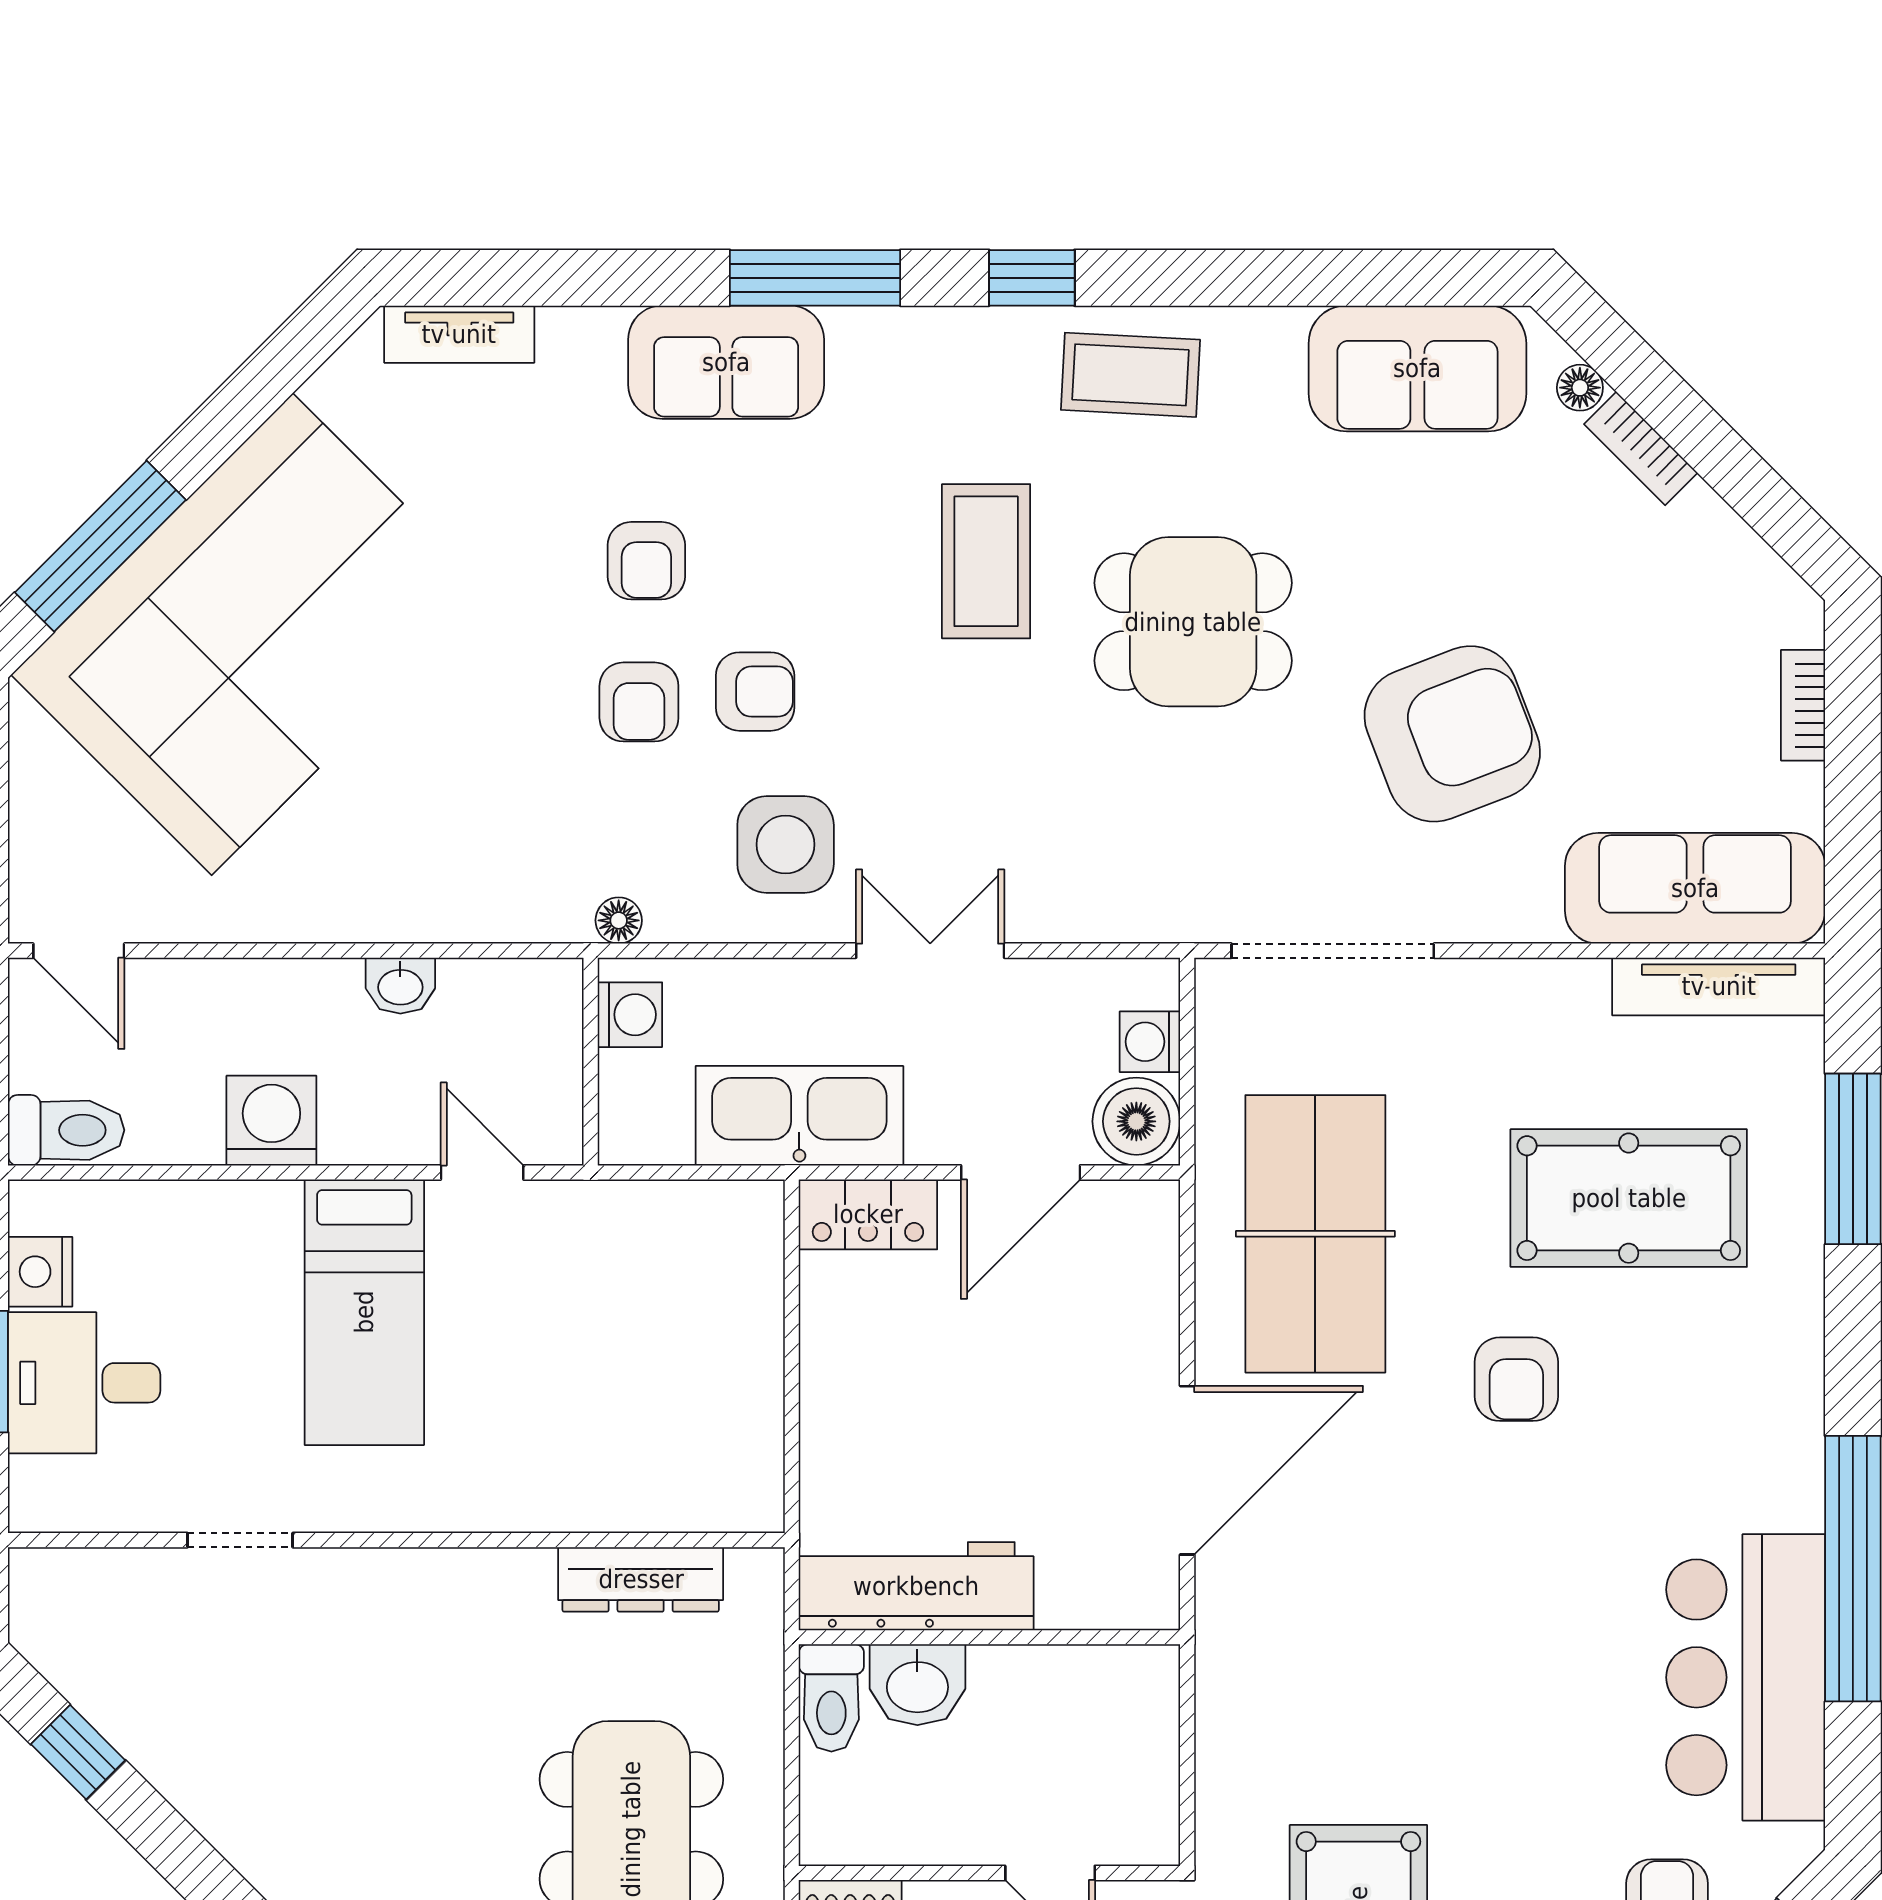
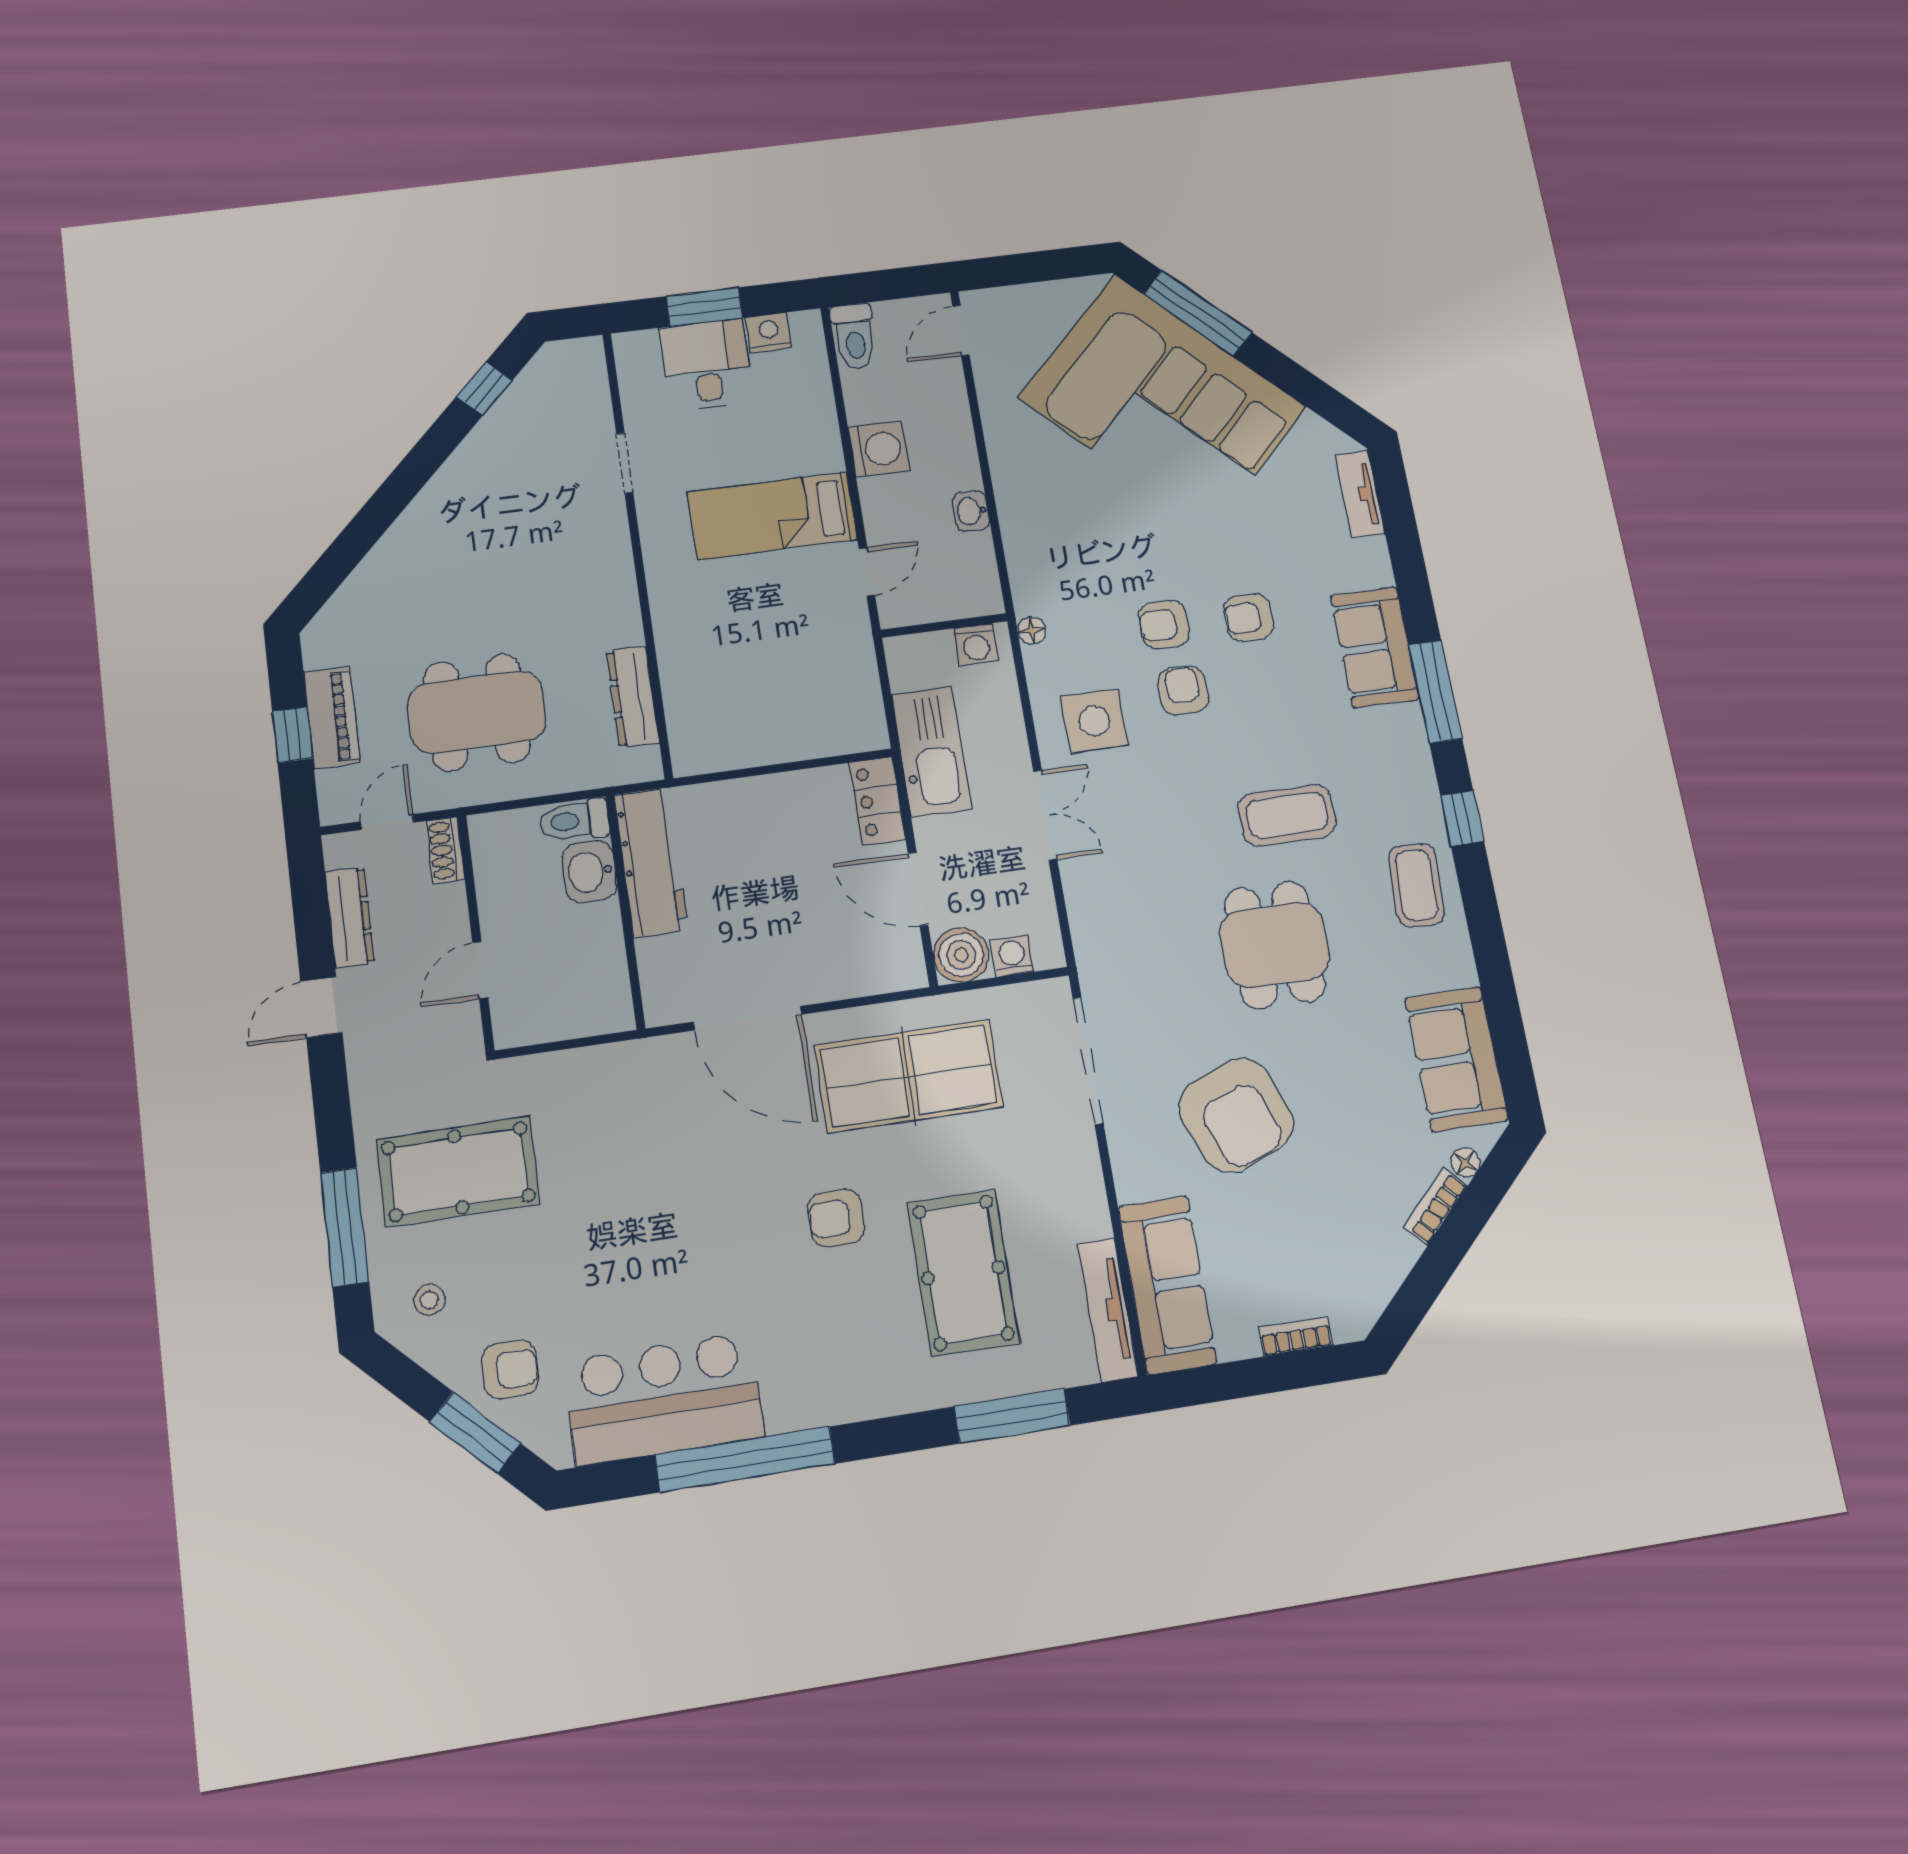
armchair: (755, 692) -> (1183, 691), turned 180

